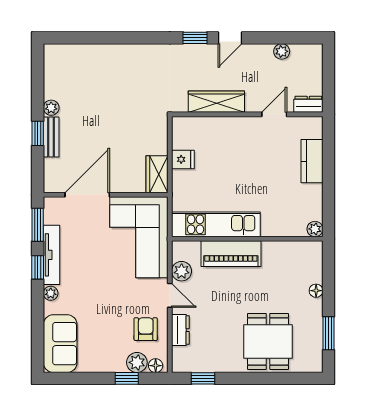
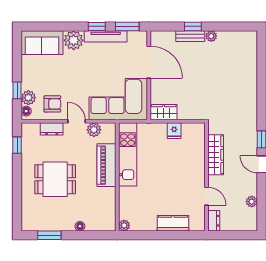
plant: (51, 293) -> (74, 40), width x1.88, depth x1.88
door: (170, 295) -> (77, 121), swing flipped
dining table: (268, 341) -> (55, 179), moved

